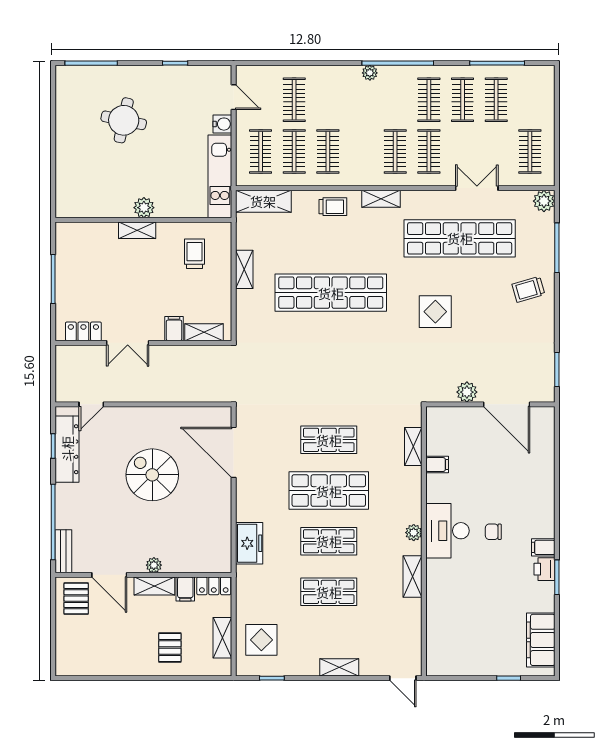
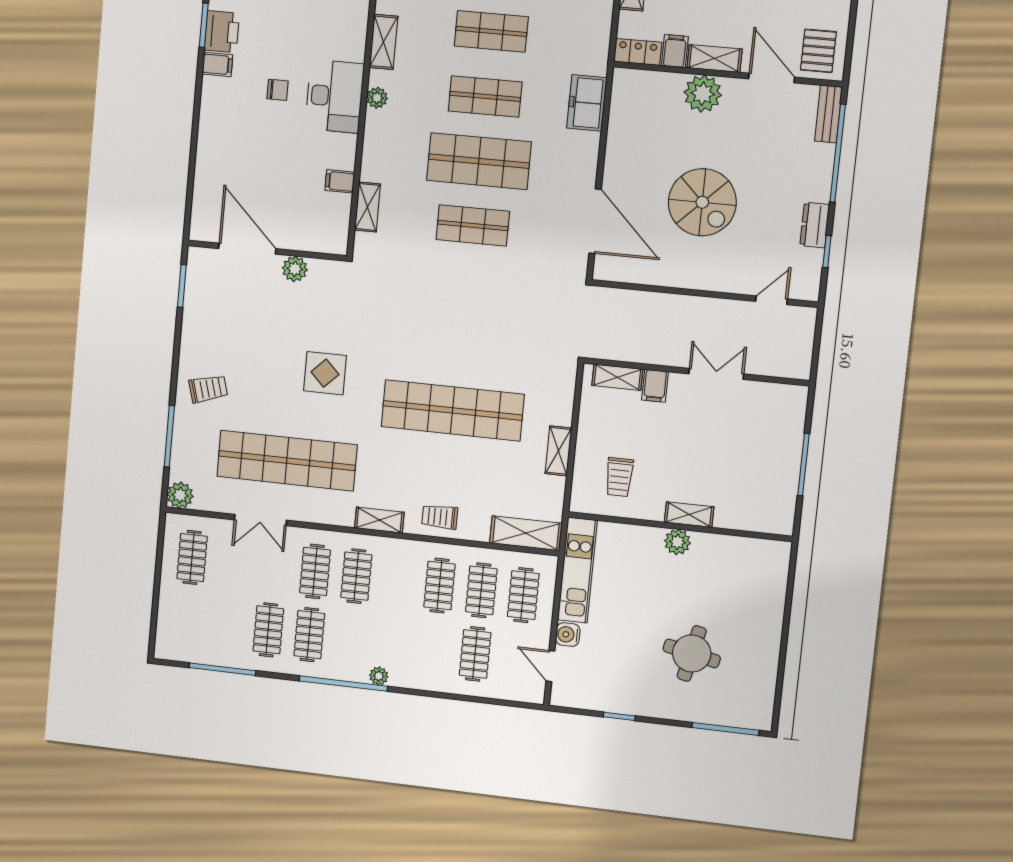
clothes rail: (496, 100) -> (227, 625), removed
locker: (83, 331) -> (772, 394), removed
dresser: (67, 449) -> (815, 225), width x0.51, depth x0.80
plant: (154, 565) -> (703, 94), width x1.87, depth x1.87
printer: (544, 569) -> (222, 32), width x1.36, depth x1.24

